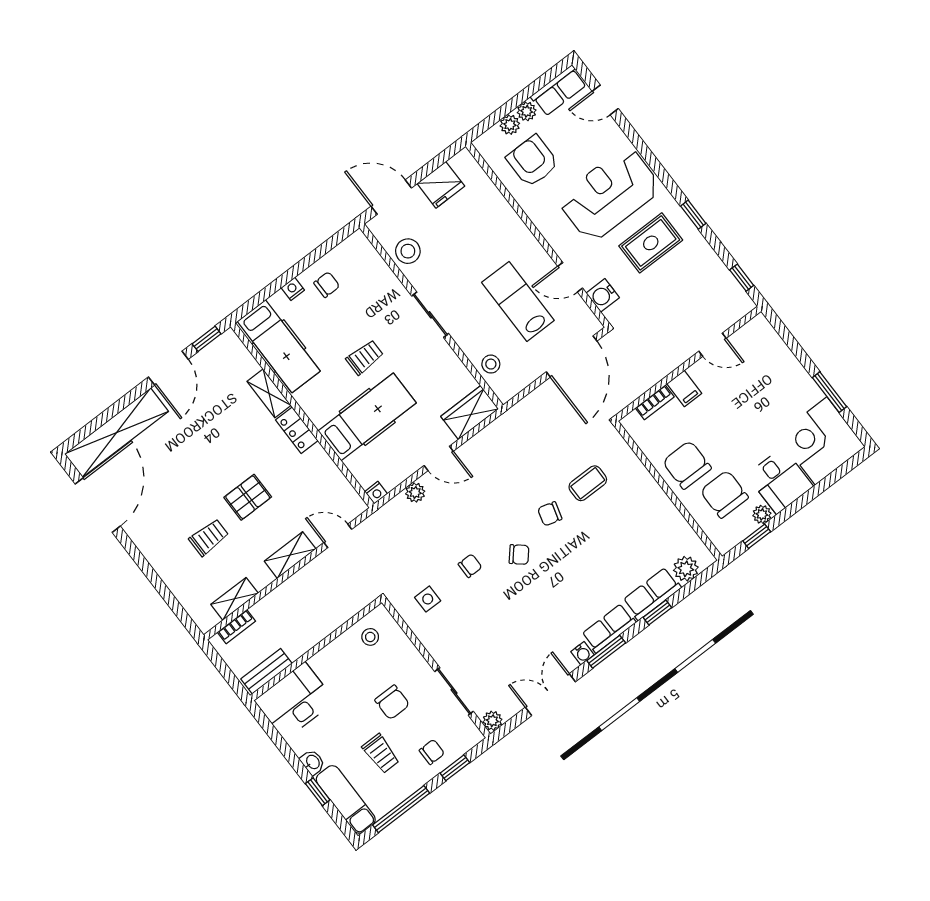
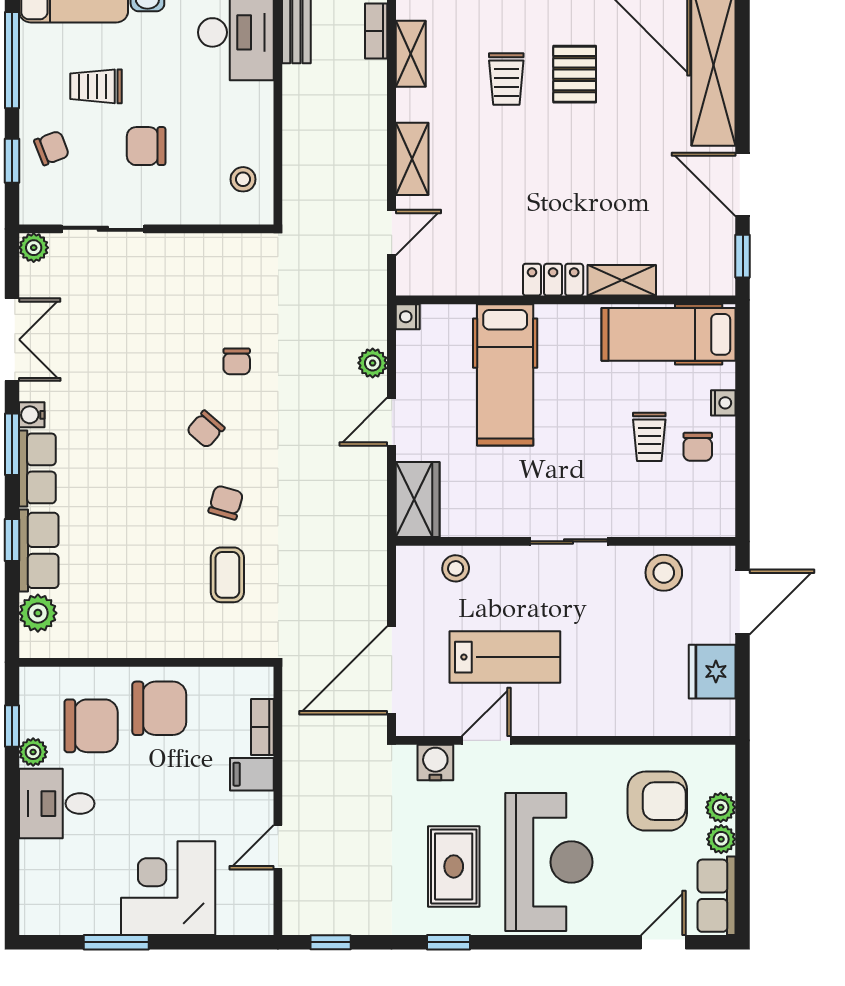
door: (572, 356) -> (392, 670), hinge flipped
trolley: (365, 357) -> (649, 437), moved
corner desk: (821, 441) -> (168, 888), moved, turned -90
pallet: (248, 497) -> (575, 74), moved
side table: (428, 599) -> (236, 281), removed
chair: (432, 752) -> (52, 148), turned -111

